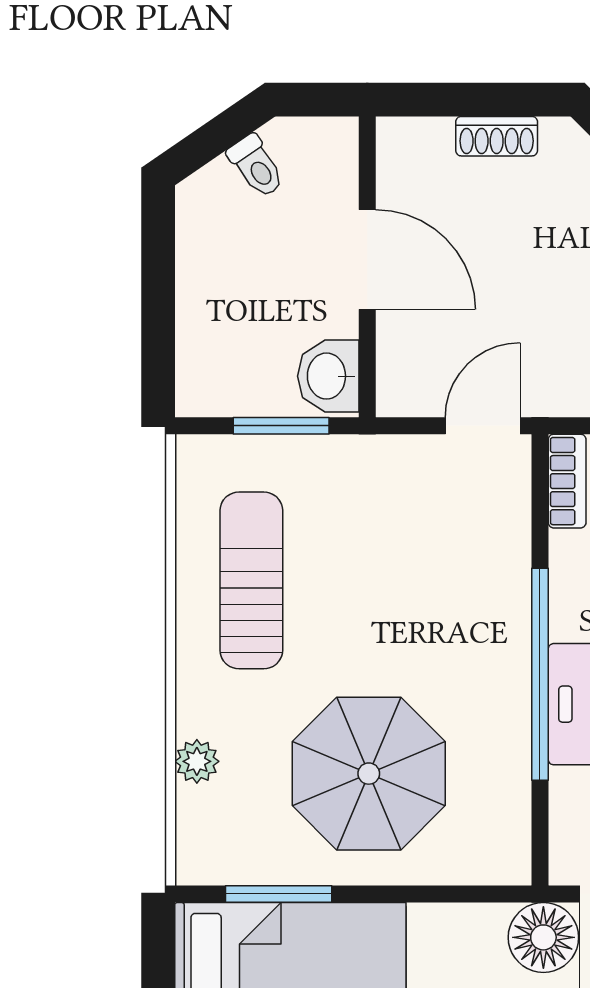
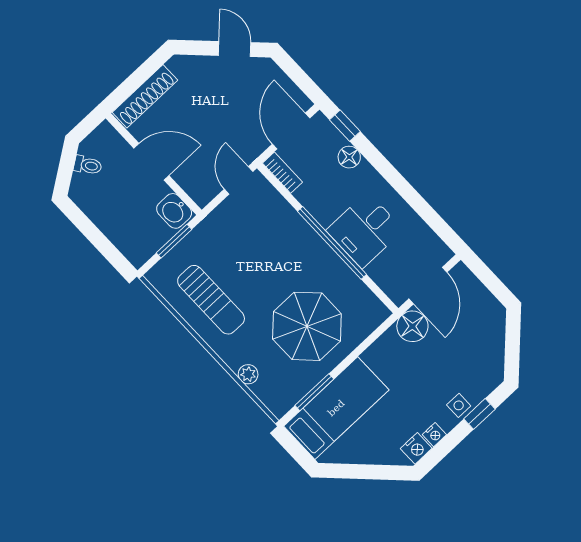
shoe rack: (497, 136) -> (145, 96), width x1.94, depth x1.24
sun lounger: (251, 580) -> (211, 300), turned 180

